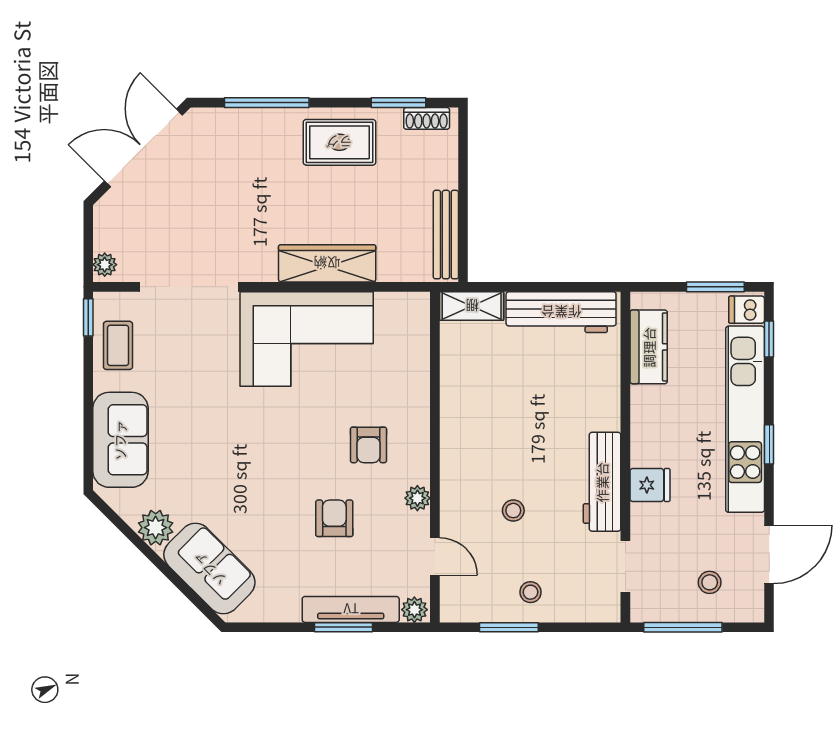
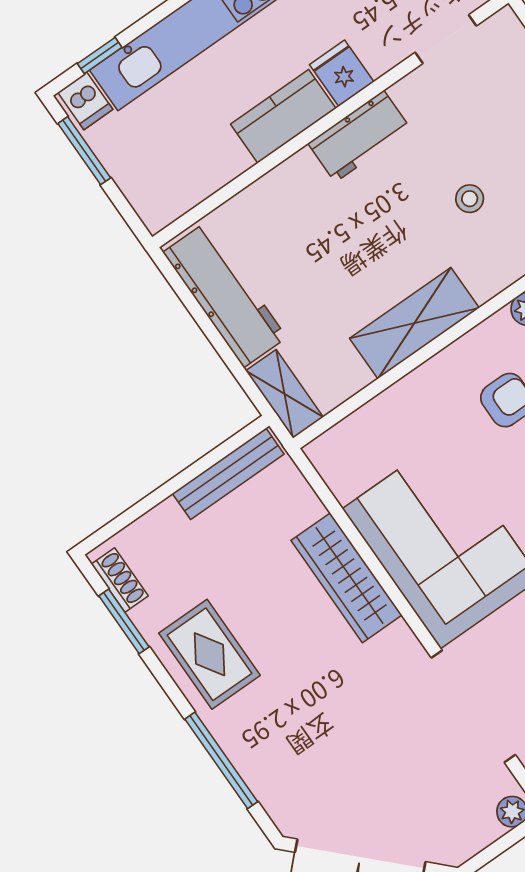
kitchen counter: (649, 347) -> (283, 116), moved
shelving: (459, 420) -> (414, 323), added
workbench: (602, 482) -> (359, 136), width x0.73

